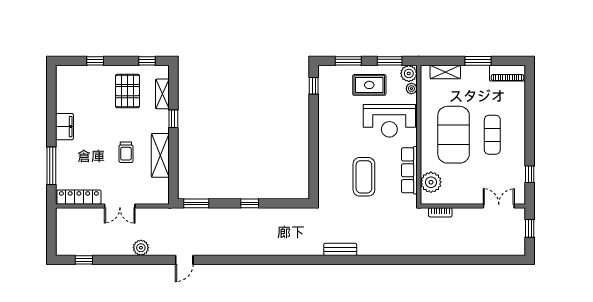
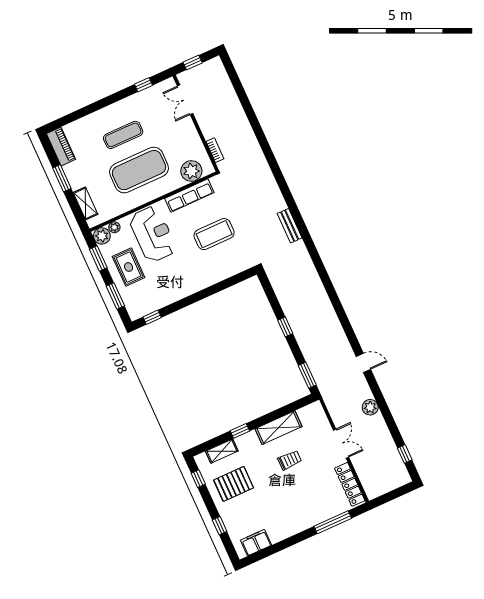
filing cabinet: (64, 127) -> (256, 543), moved

